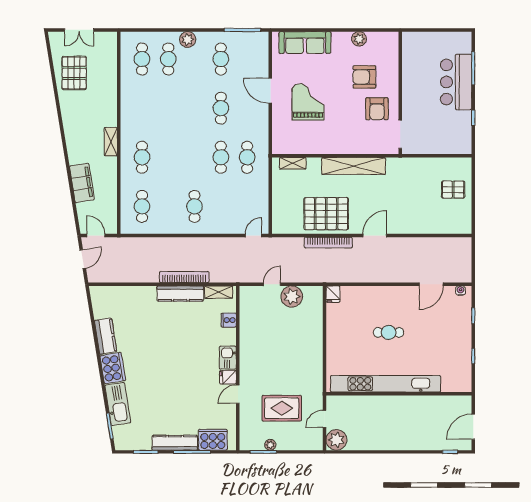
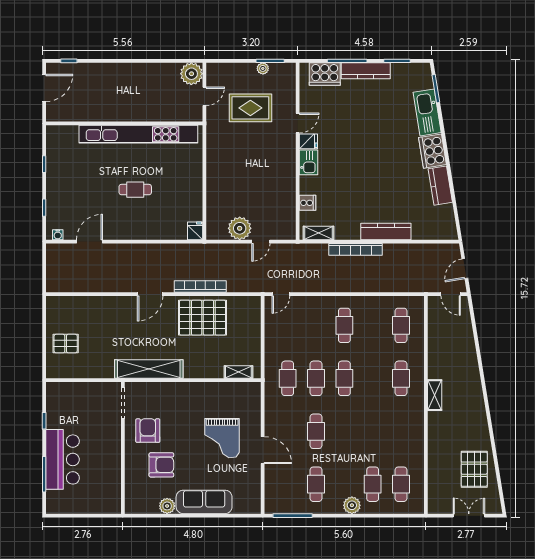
sofa: (305, 43) -> (204, 502), moved
cafe table: (195, 157) -> (344, 378), added
shelving: (354, 166) -> (149, 369), moved
filing cabinet: (82, 183) -> (466, 351), removed
kitchen counter: (180, 294) -> (386, 231), moved

